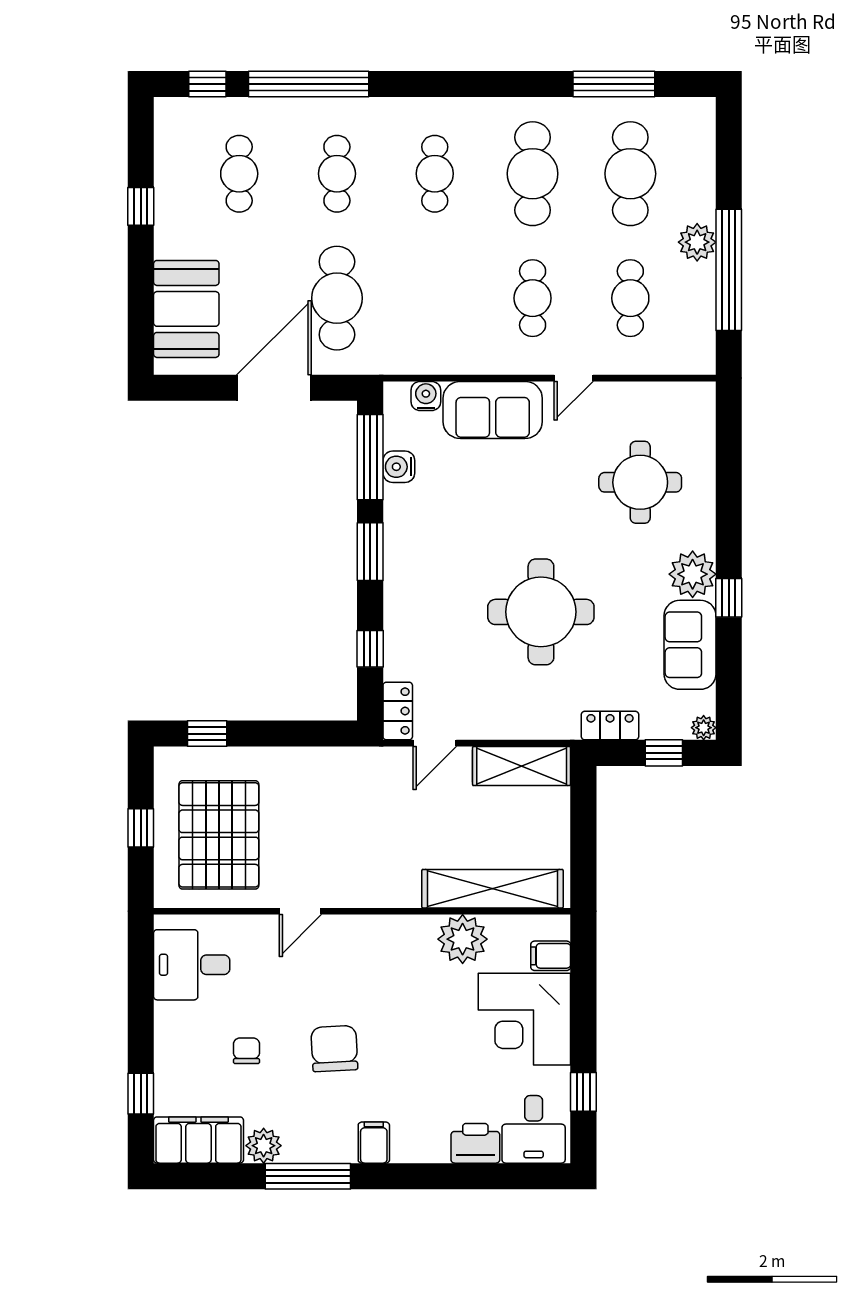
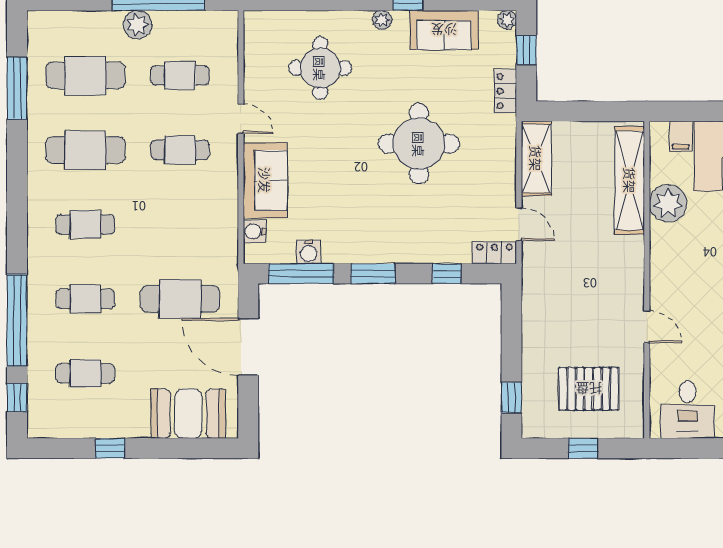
plant: (693, 574) -> (382, 20), width x0.53, depth x0.53
pallet: (219, 835) -> (589, 389), width x0.73, depth x0.71

